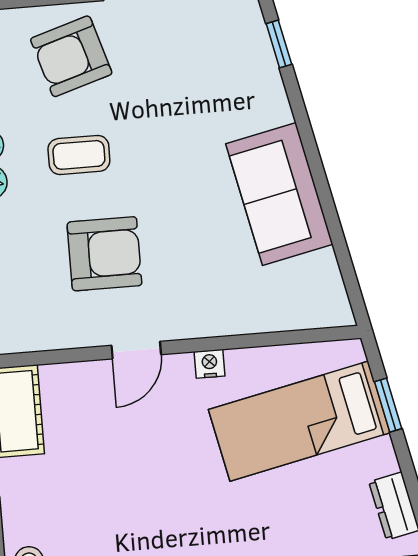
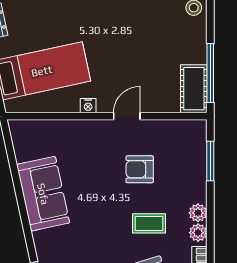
armchair: (104, 254) -> (140, 169), width x0.72, depth x0.72

